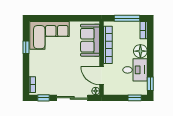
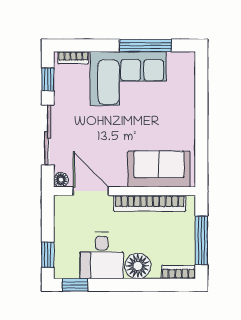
corner sofa: (49, 35) -> (128, 79), moved, turned -90
window: (26, 47) -> (145, 45), width x2.17
door: (102, 76) -> (91, 191), hinge flipped

